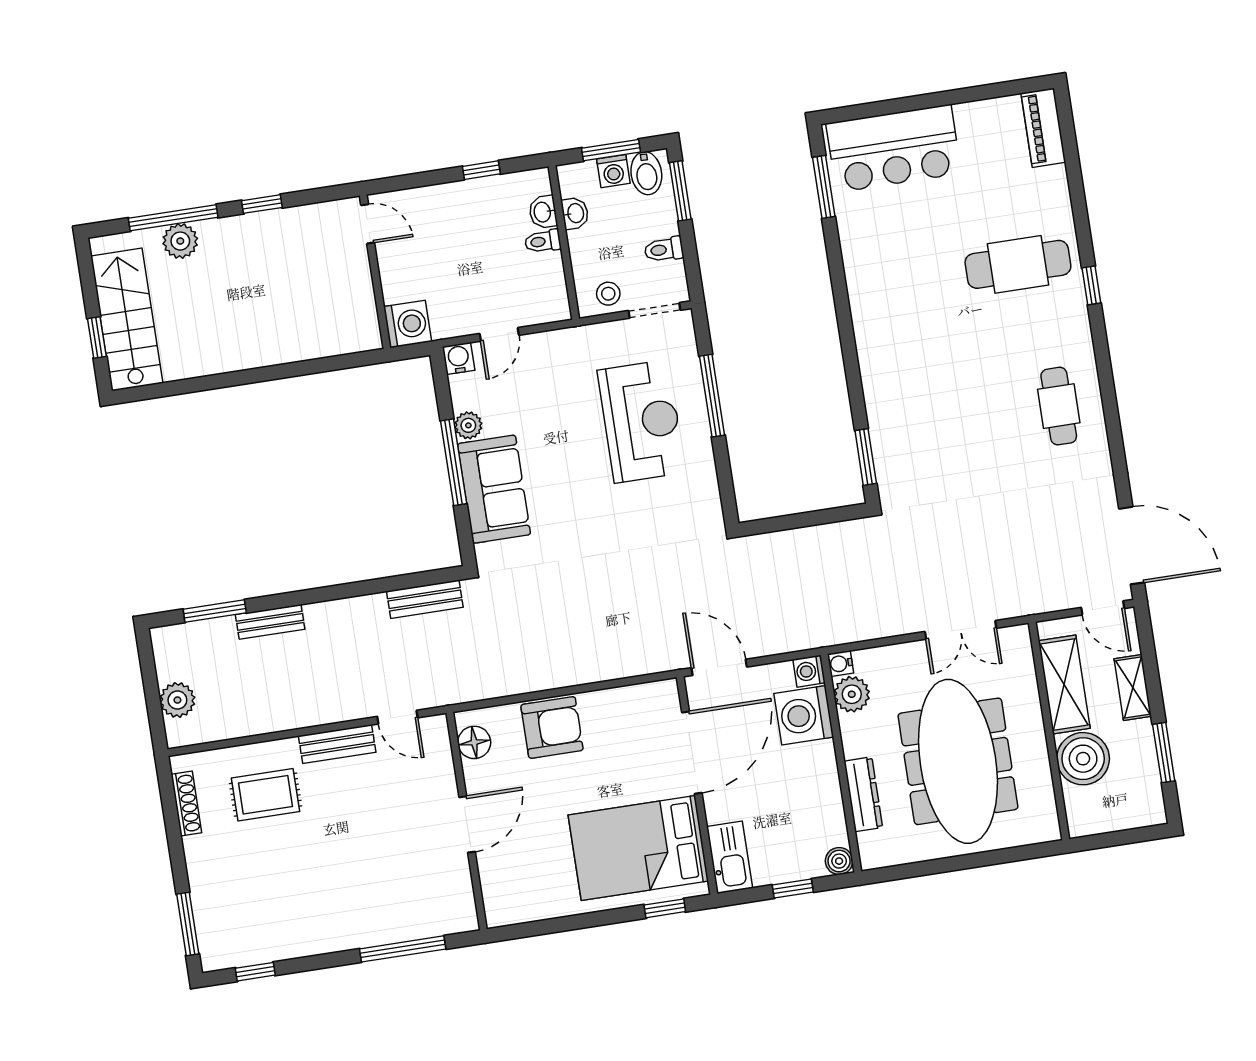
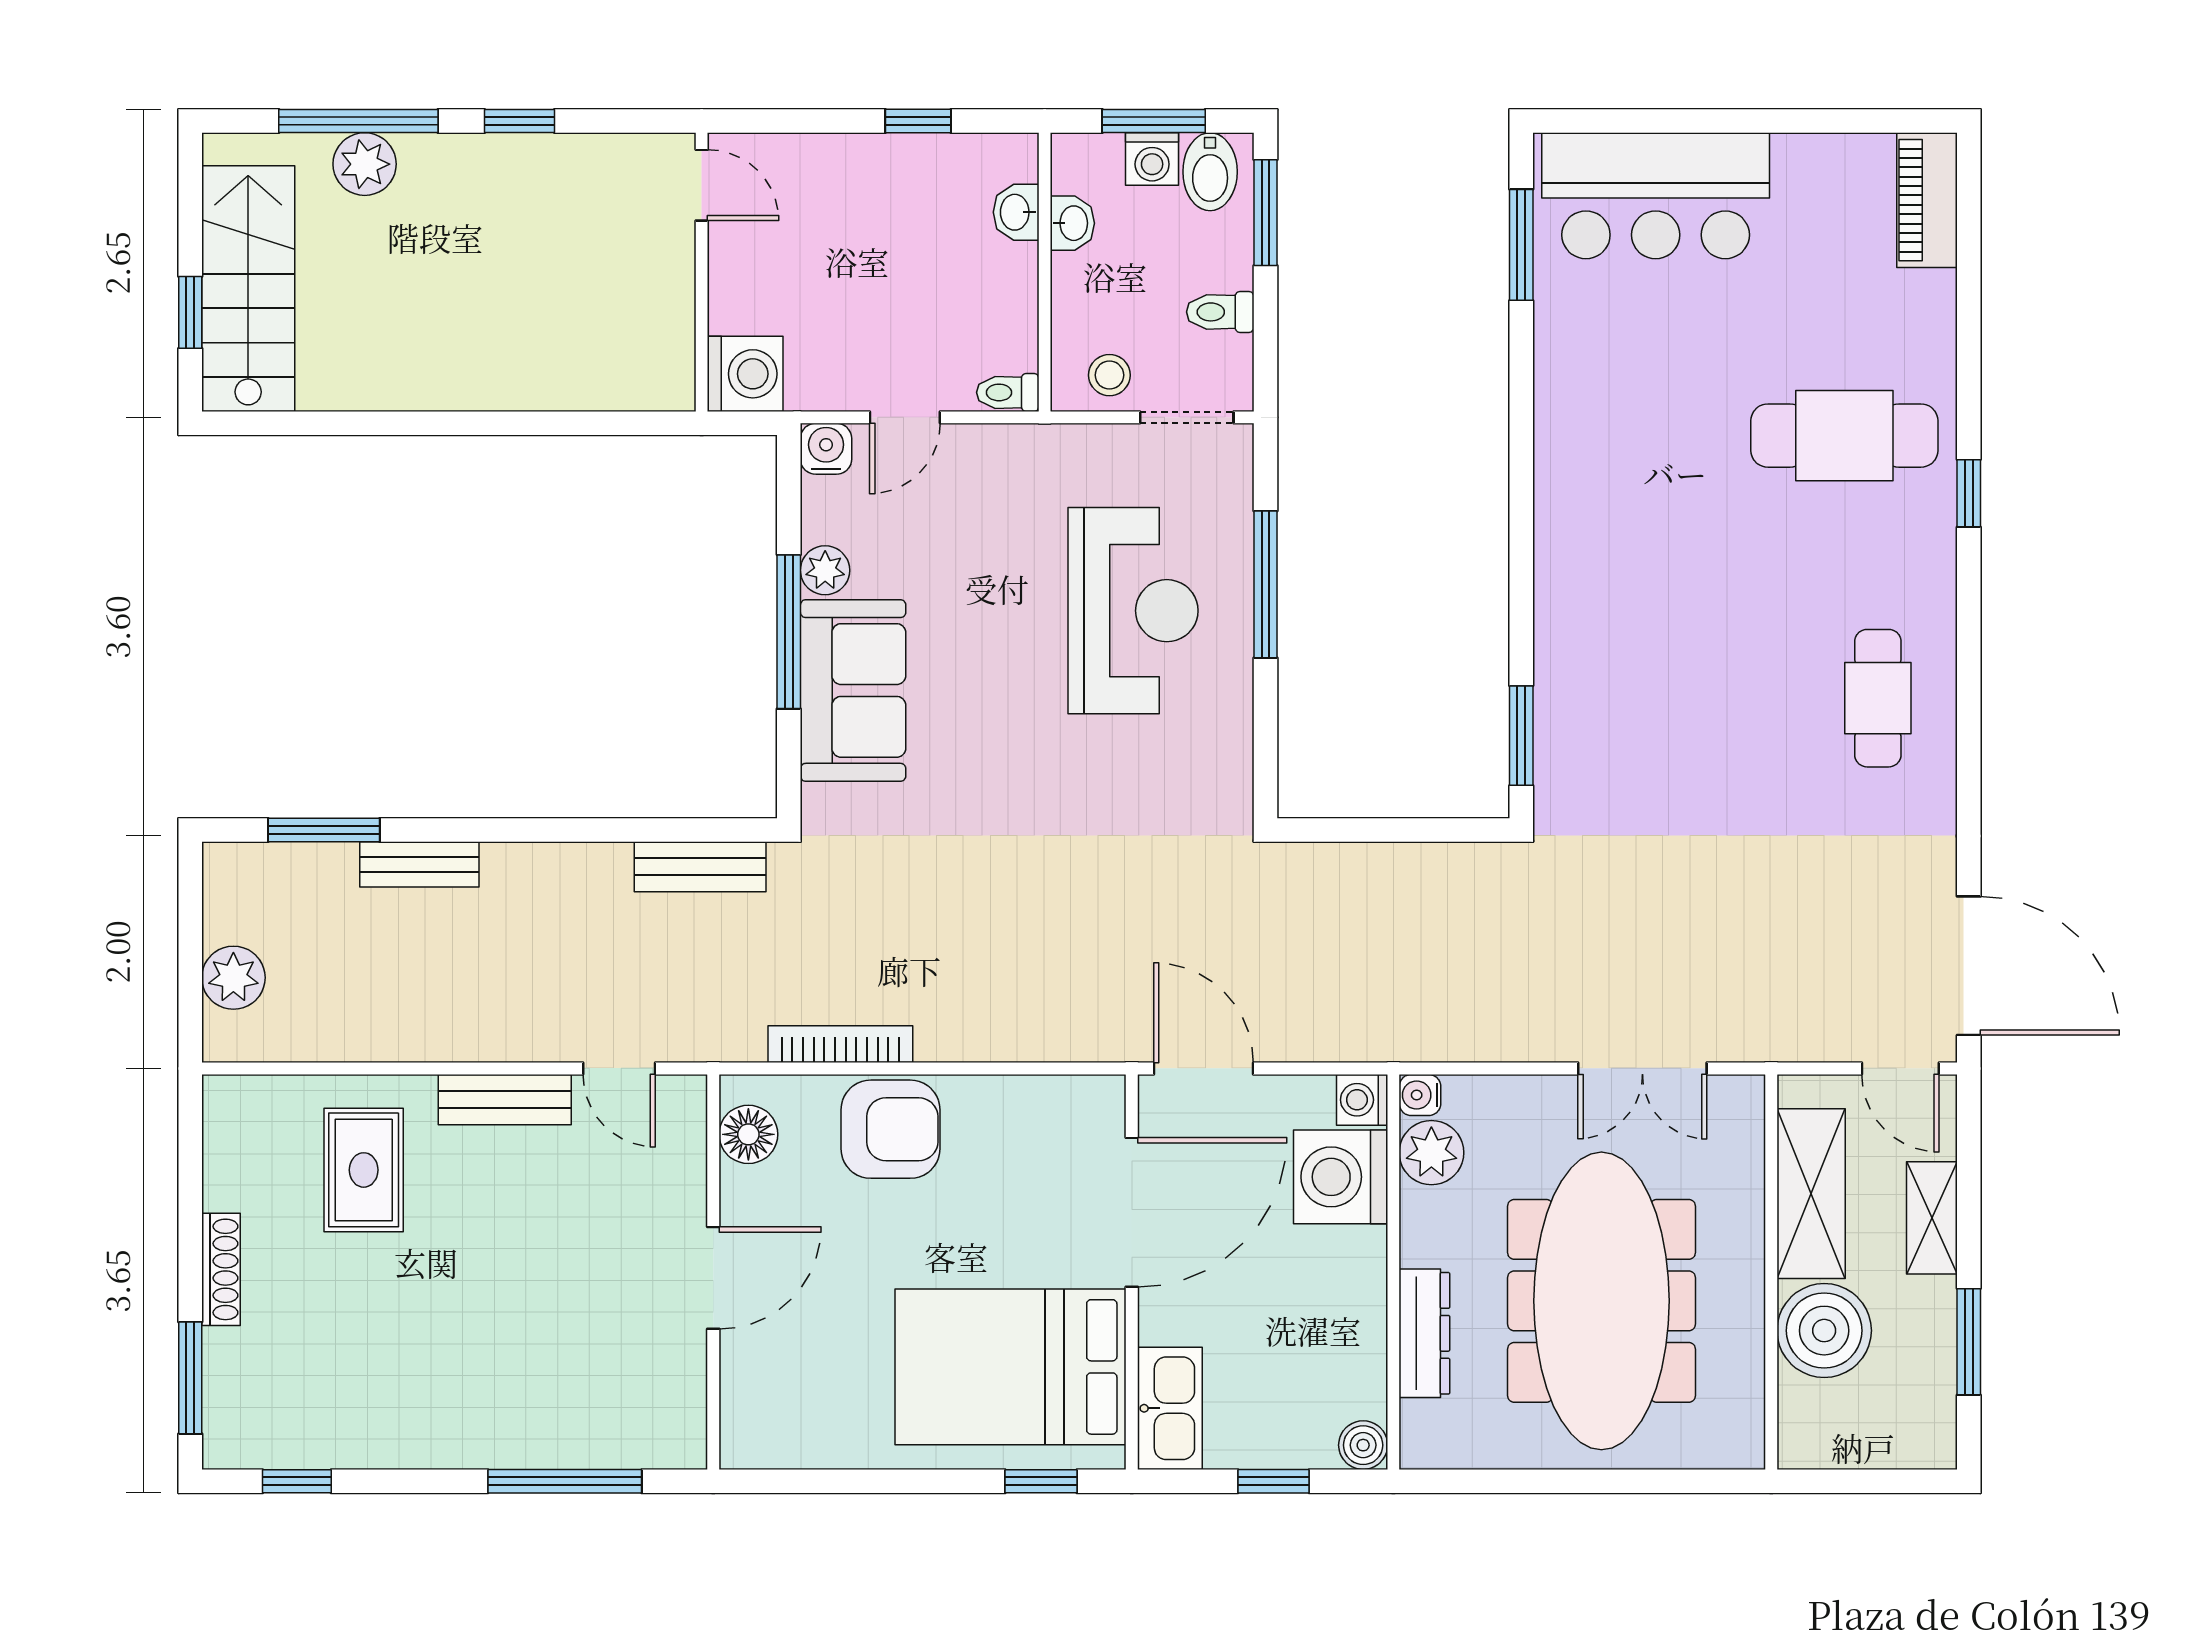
toilet: (543, 241) -> (1008, 392), moved
bookcase: (517, 685) -> (840, 1044), added
rug: (265, 795) -> (364, 1170), turned 90
shoe rack: (186, 803) -> (221, 1269), moved

